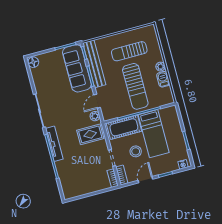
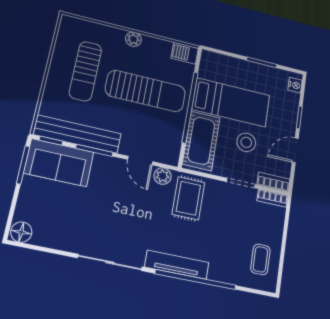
sofa: (77, 68) -> (59, 163), width x0.73
barbecue: (163, 79) -> (185, 53), moved
door: (145, 180) -> (295, 150), hinge flipped
coffee table: (78, 185) -> (260, 259), added

